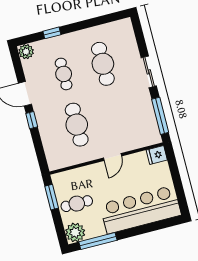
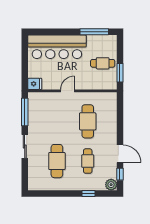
window: (32, 120) -> (120, 174), moved
plant: (75, 232) -> (109, 42), removed

